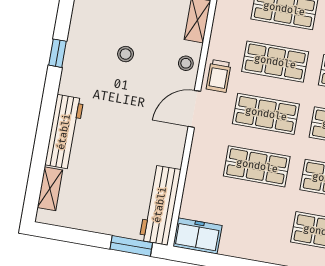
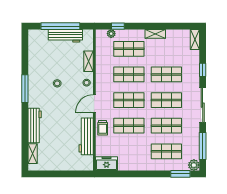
window: (58, 53) -> (25, 89), width x2.17
trolley: (219, 76) -> (103, 128), moved
workbench: (160, 205) -> (86, 136), moved
window: (131, 246) -> (76, 174), removed

